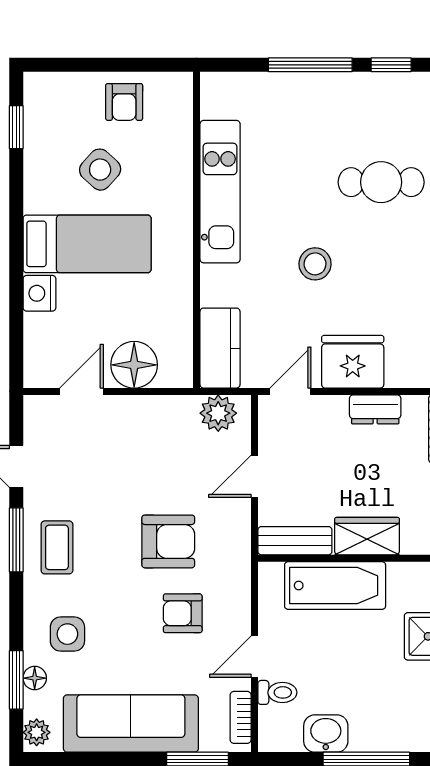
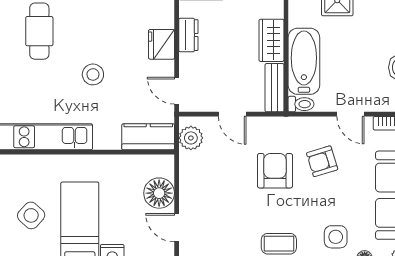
fridge: (353, 362) -> (162, 44), width x0.73, depth x0.75
armchair: (183, 613) -> (322, 161), turned 73
toilet: (277, 692) -> (301, 104), moved, turned 90

